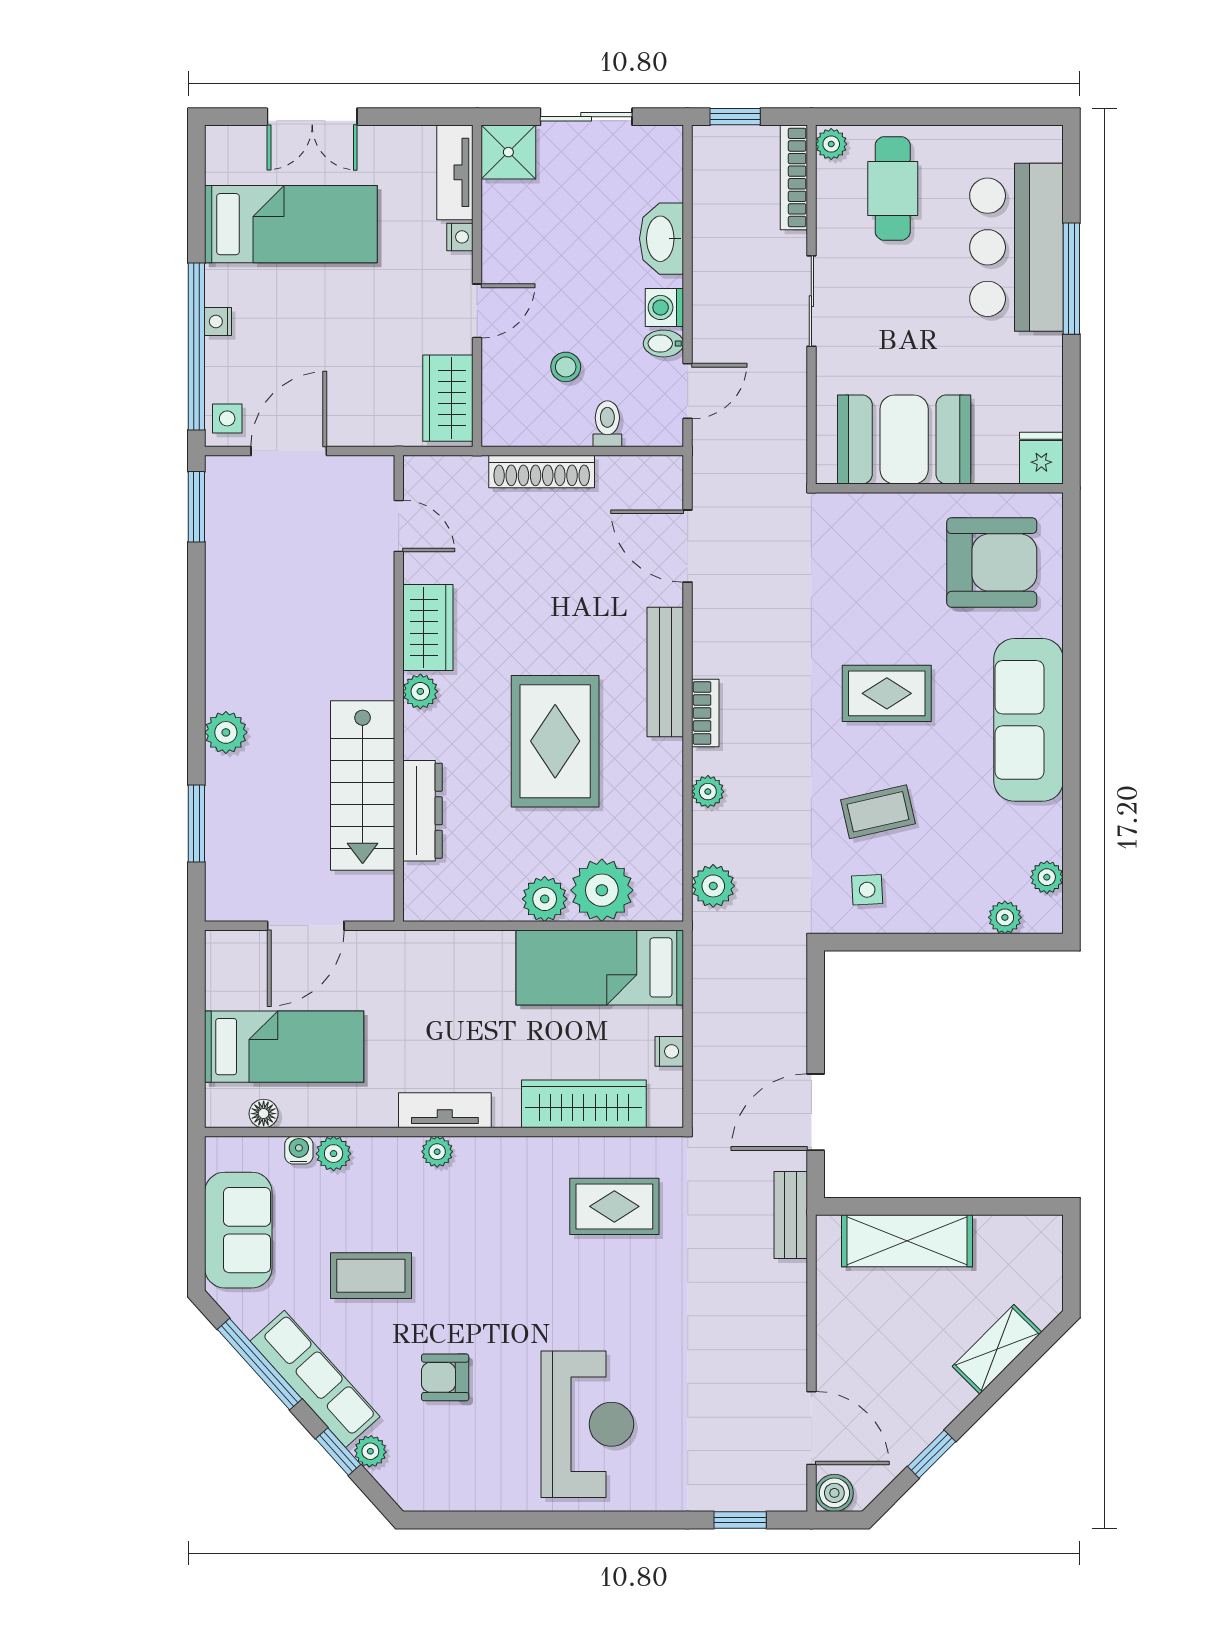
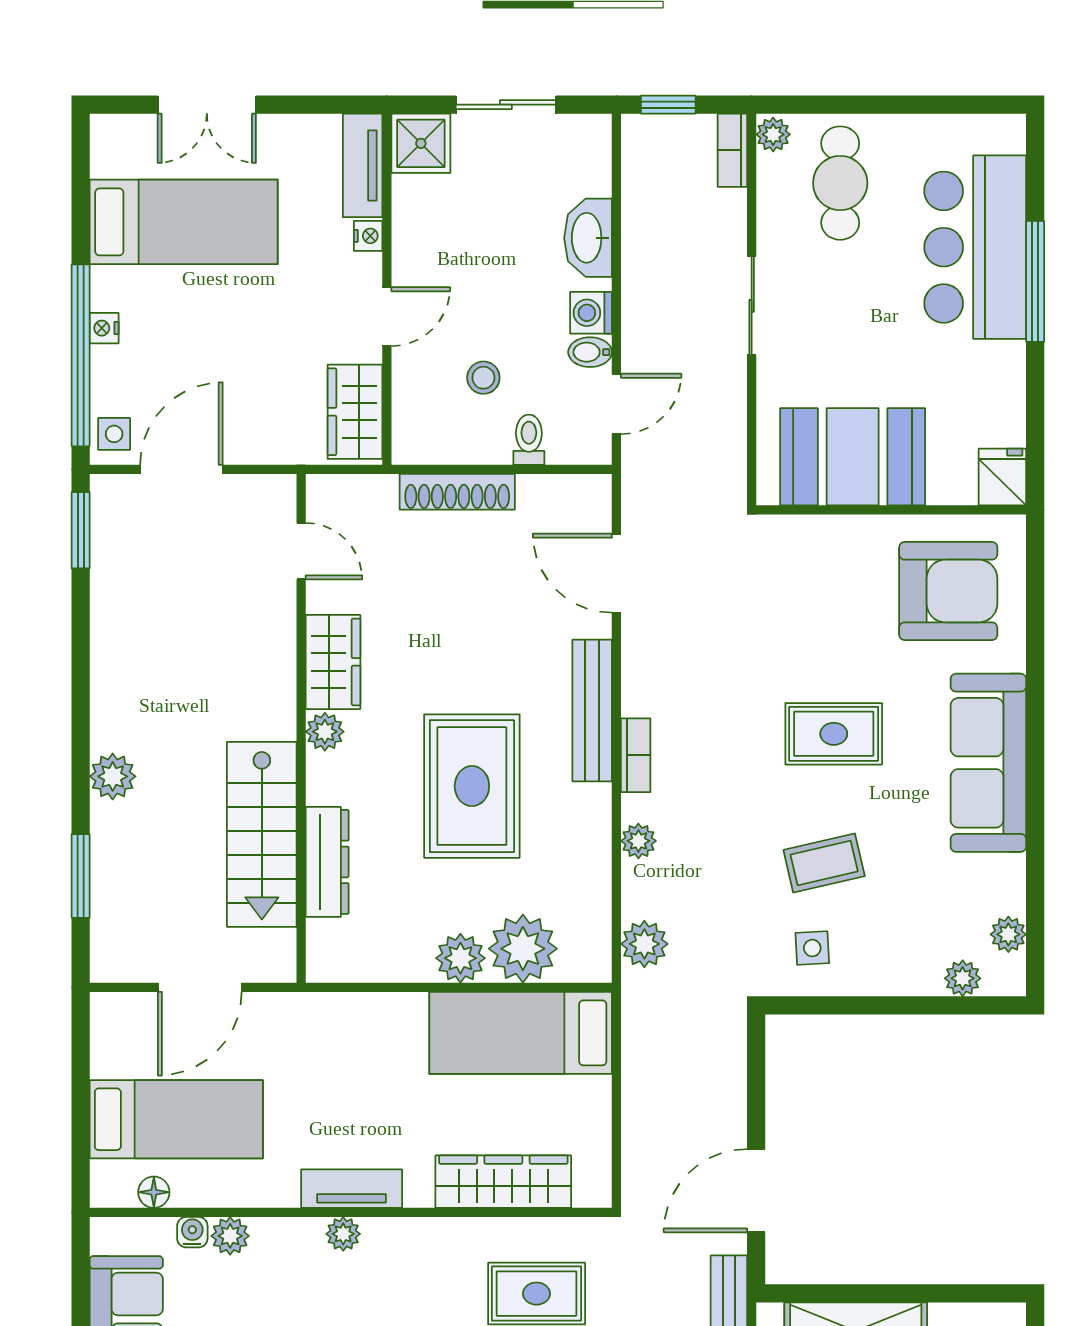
bookcase: (794, 177) -> (732, 150), width x0.64
nightstand: (669, 1051) -> (596, 1125), removed

